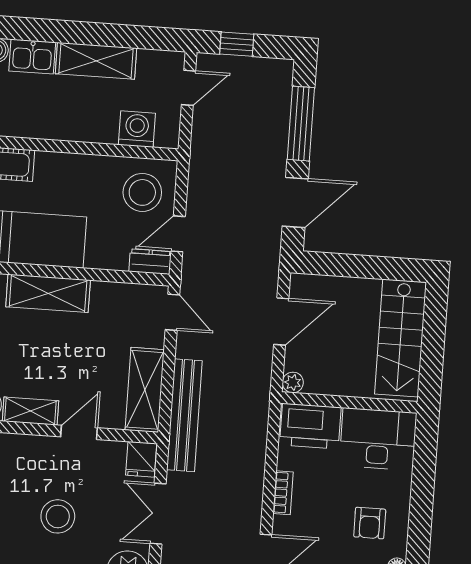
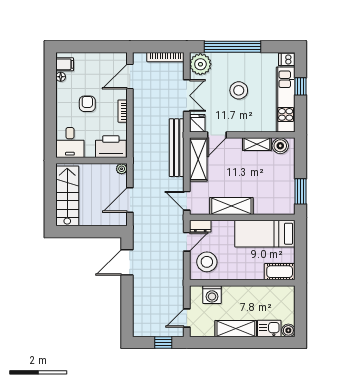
window: (301, 124) -> (127, 304), removed
shelving: (48, 293) -> (231, 206), moved
door: (79, 432) -> (217, 135), moved
desk: (378, 439) -> (70, 143), width x0.73
armchair: (370, 523) -> (87, 104), moved

